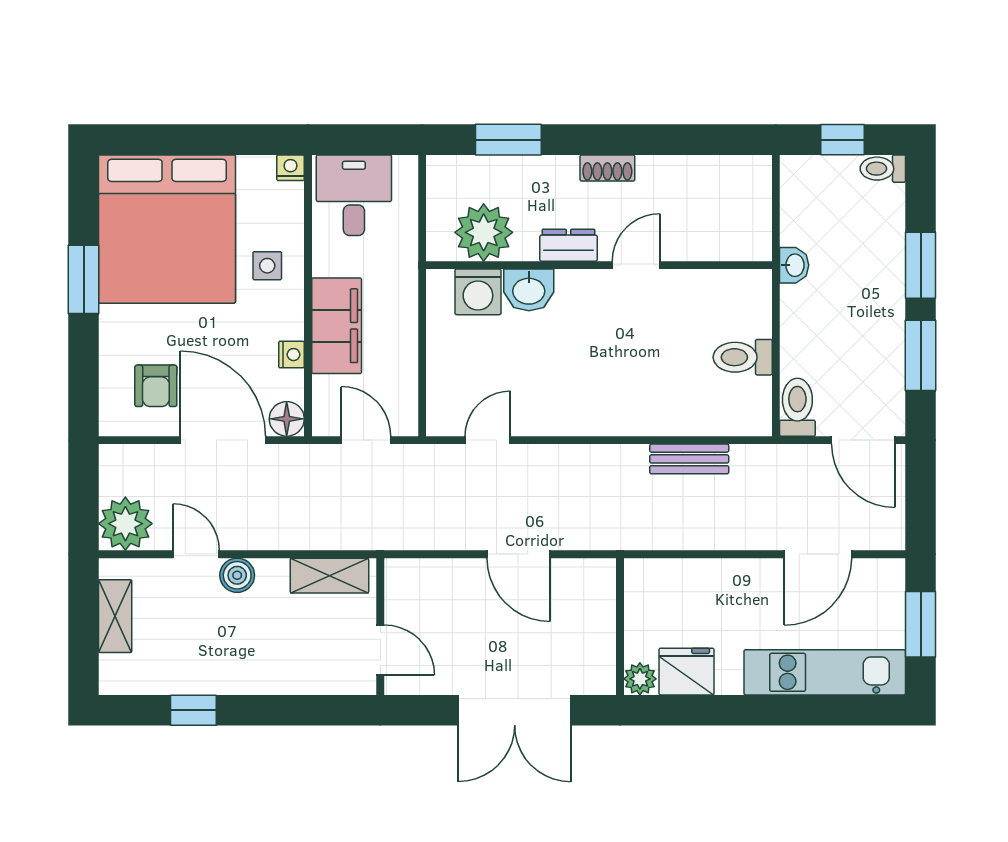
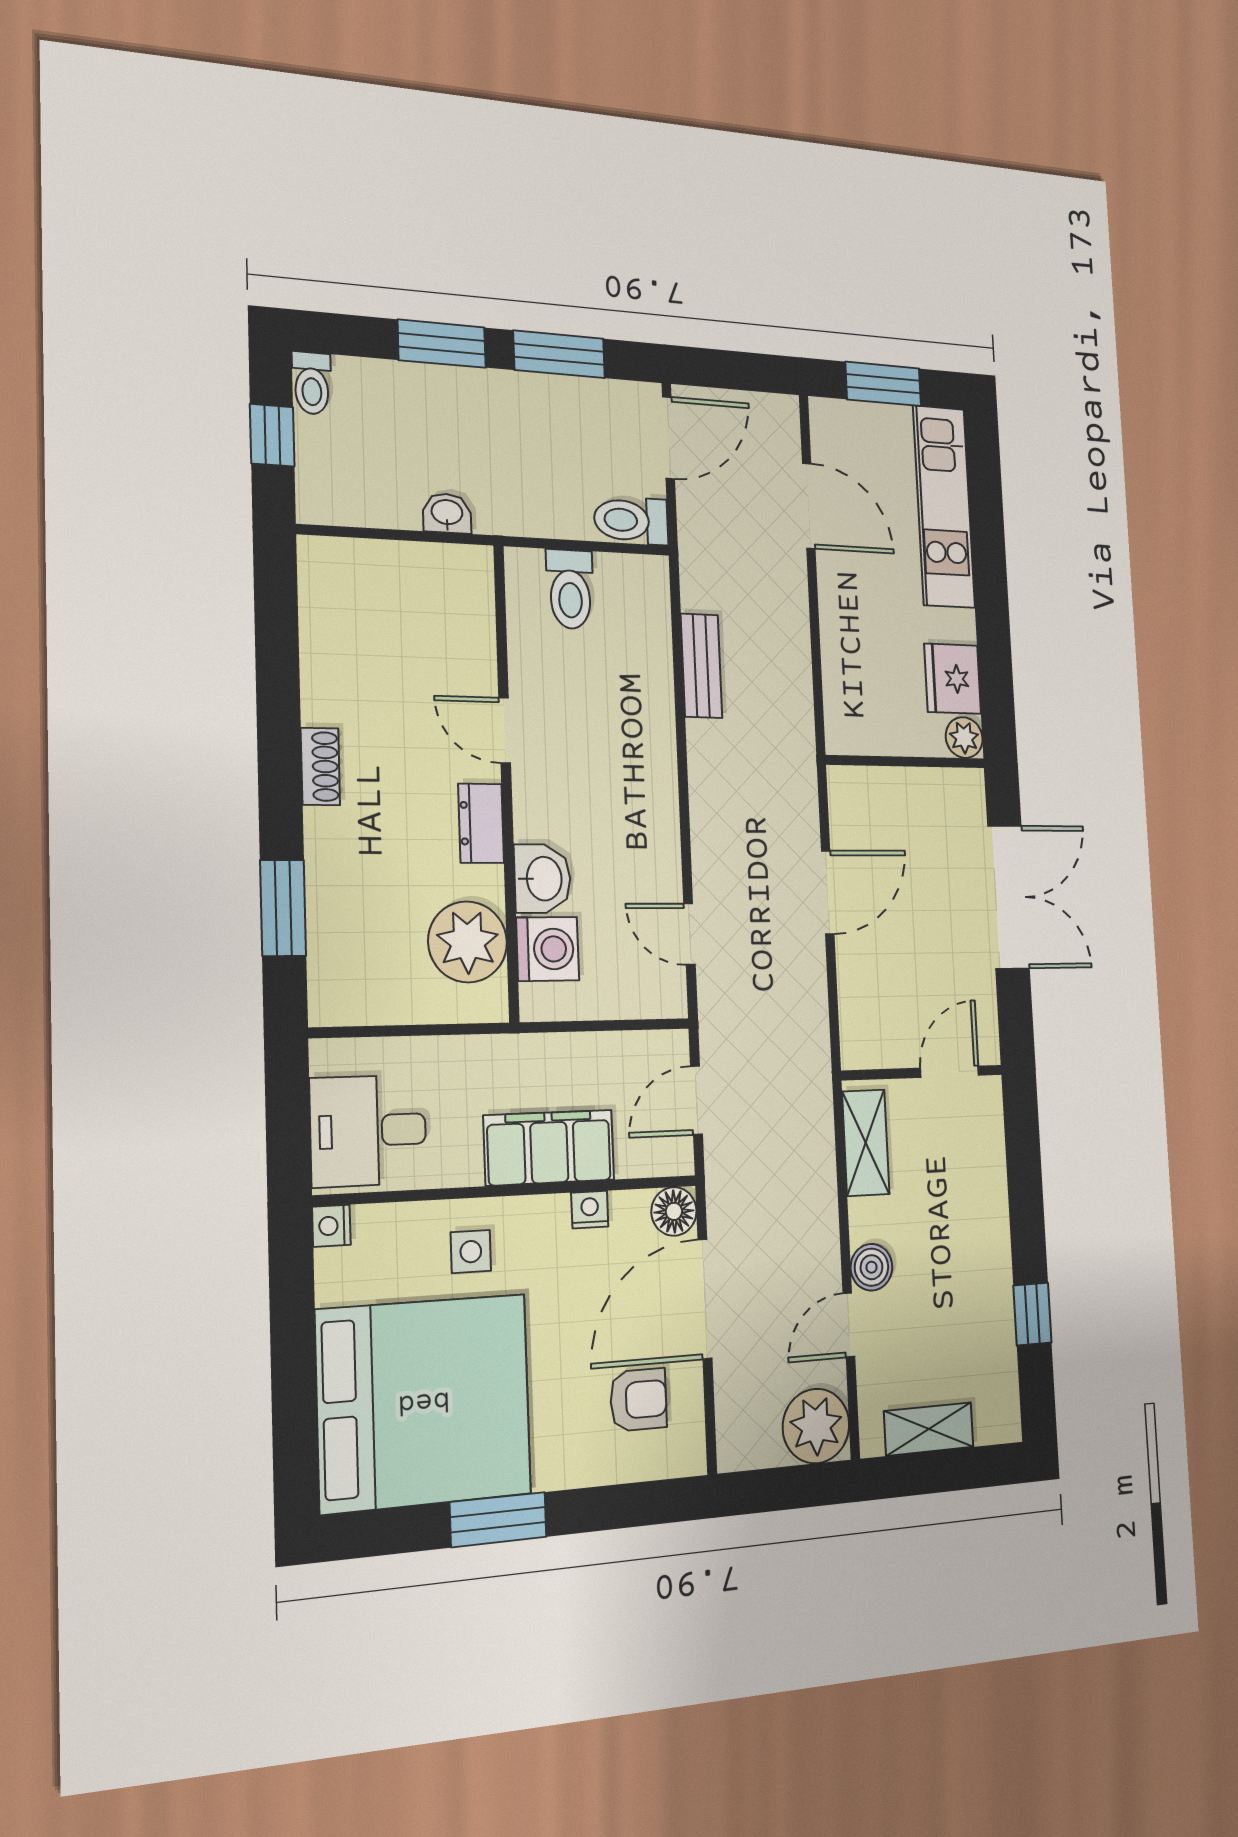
plant: (484, 232) -> (468, 942), moved
dresser: (569, 245) -> (481, 823), moved
wall: (599, 265) -> (506, 781), moved
door: (636, 265) -> (505, 730), moved
washbasin: (529, 290) -> (543, 879), moved
washing machine: (478, 292) -> (548, 949), moved

